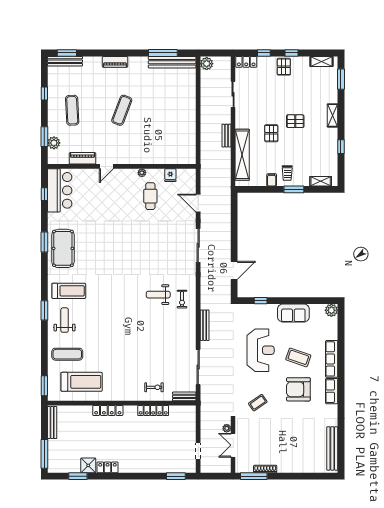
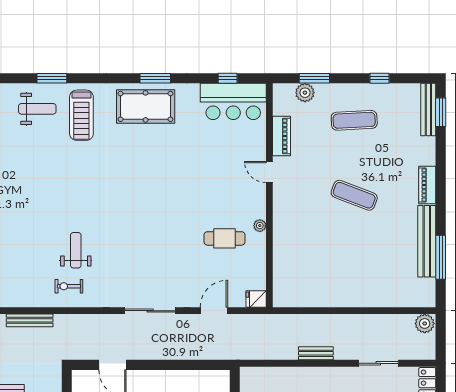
bench: (172, 62) -> (427, 241), moved
shelving: (242, 155) -> (287, 377), removed
fridge: (170, 175) -> (256, 299), moved

